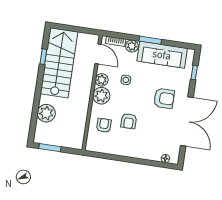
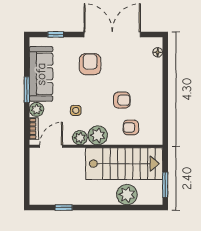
stairs: (59, 63) -> (124, 164), moved, turned 180

